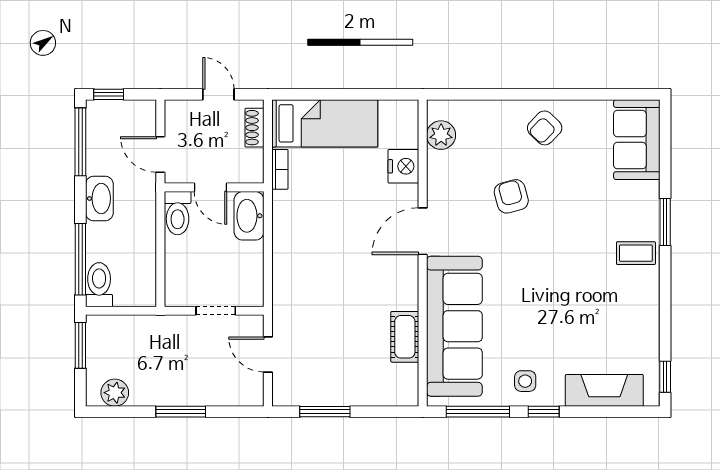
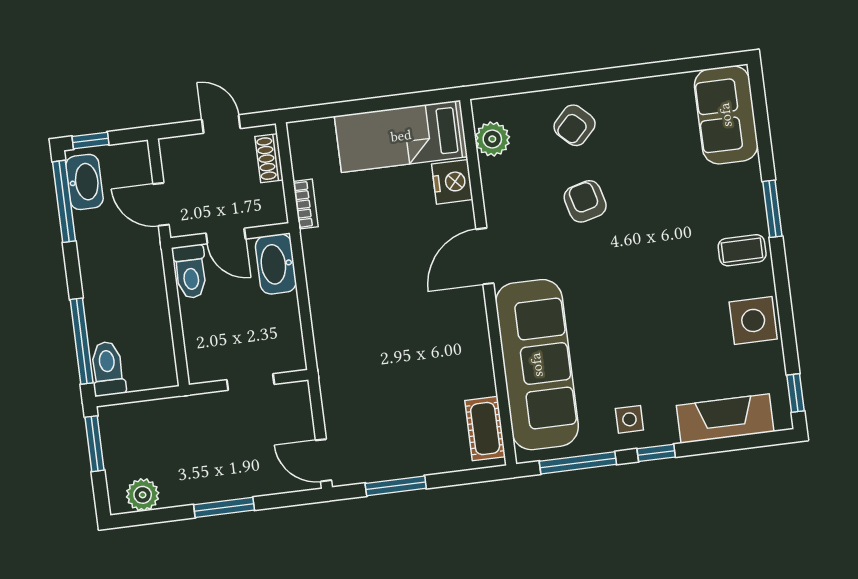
bed: (325, 123) -> (401, 136), moved, turned 180
armchair: (545, 128) -> (575, 125), moved
washbasin: (99, 199) -> (84, 182), moved
side table: (638, 312) -> (753, 320), added
cot: (405, 337) -> (485, 429), moved
door: (268, 355) -> (323, 460), moved

